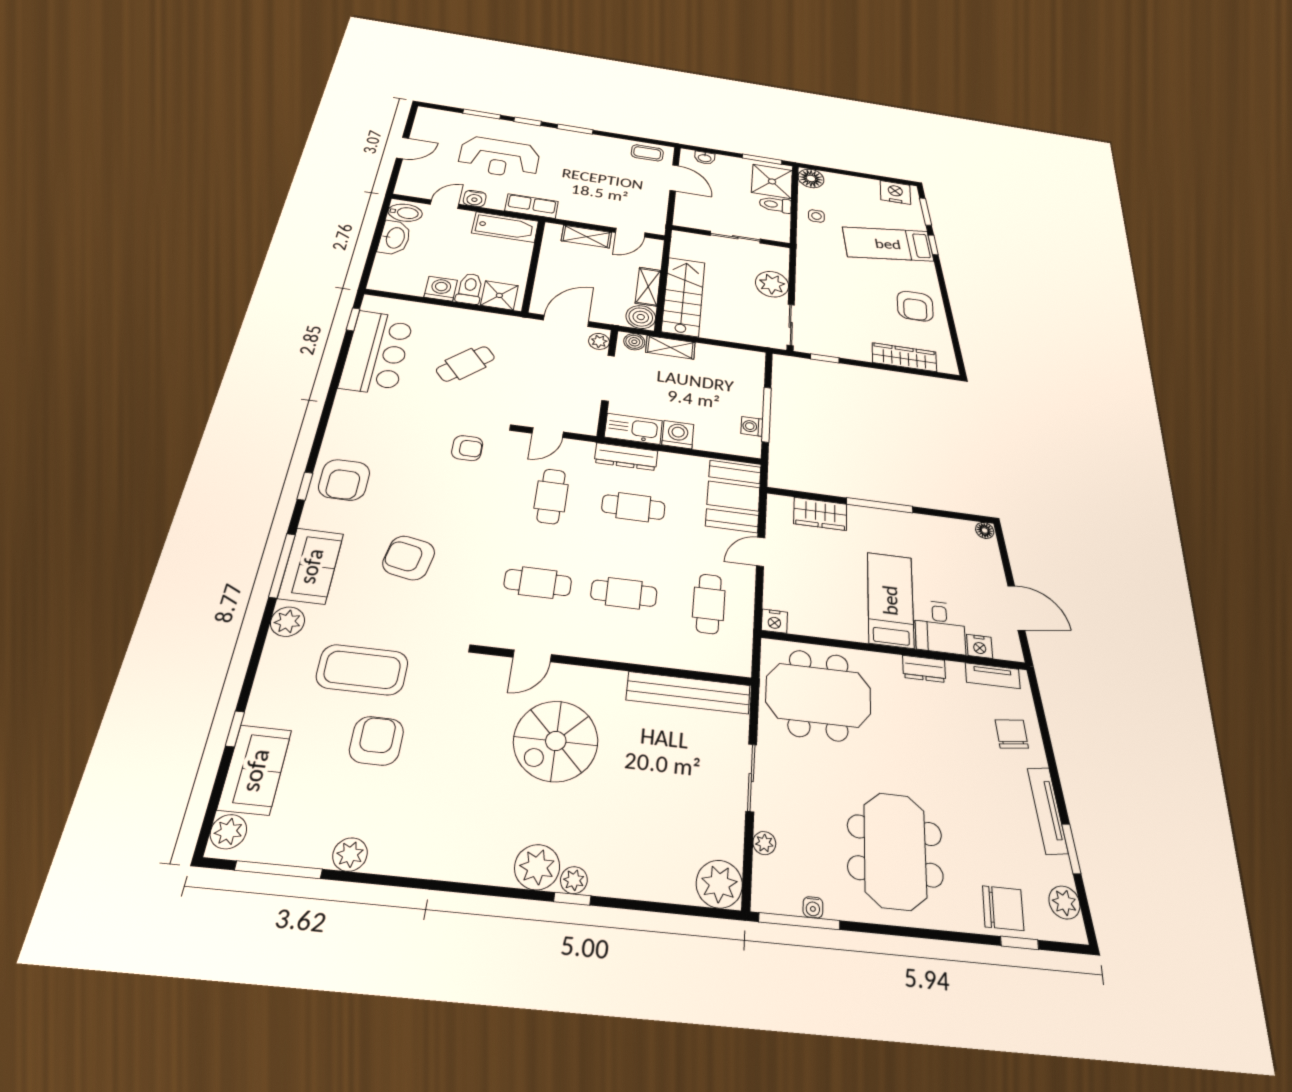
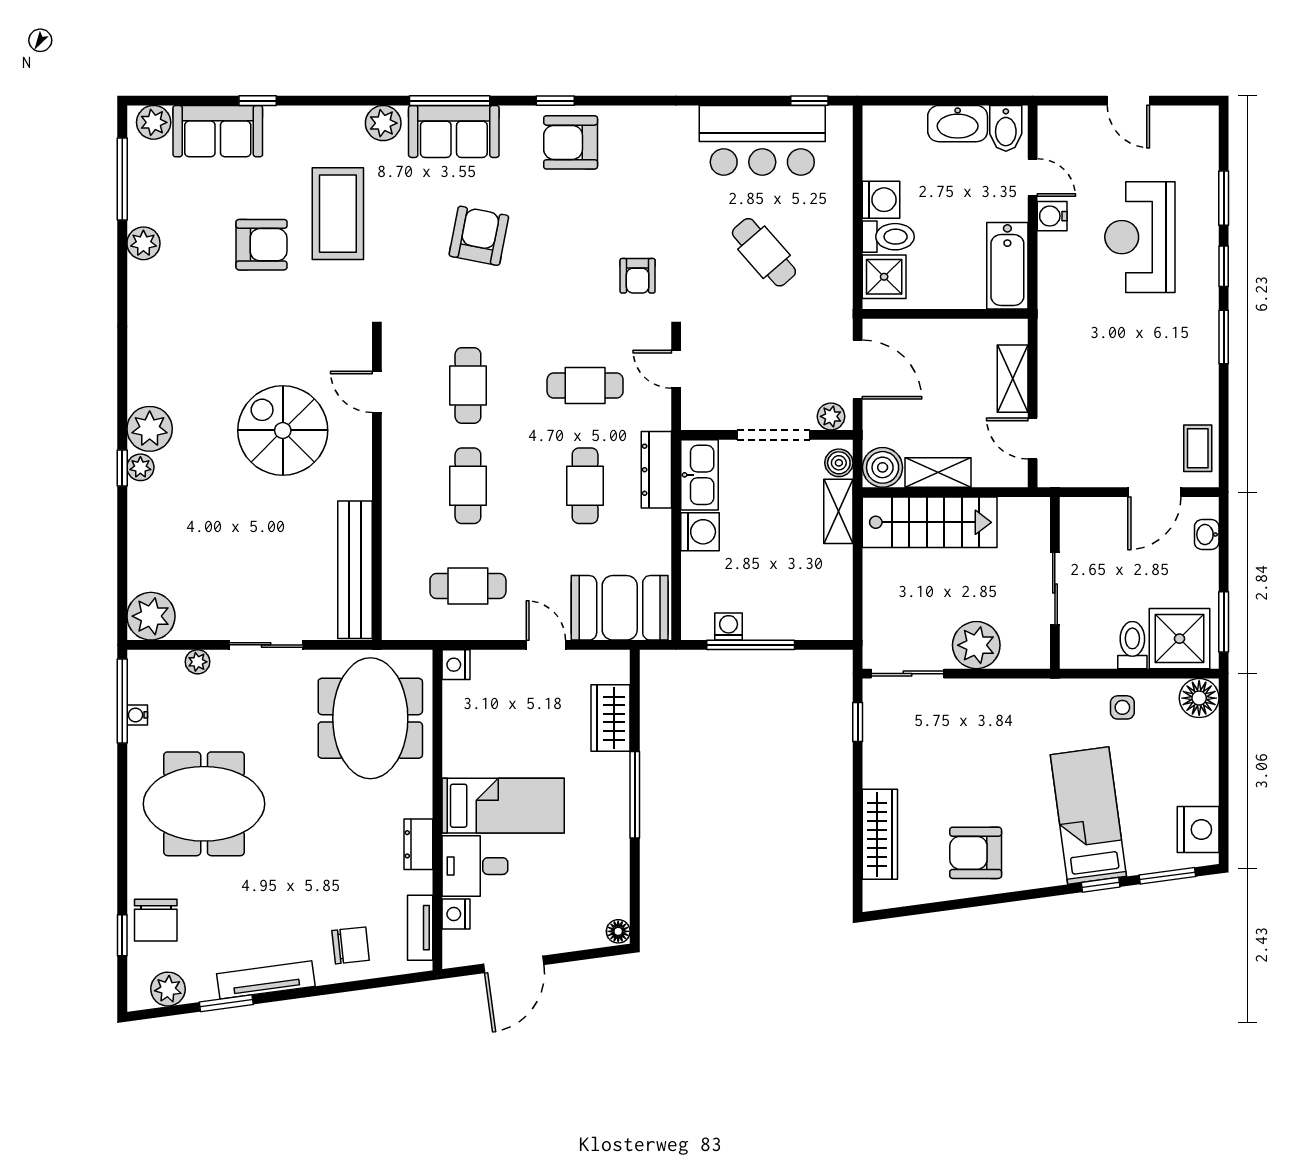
row of seats: (532, 206) -> (1054, 296), removed

